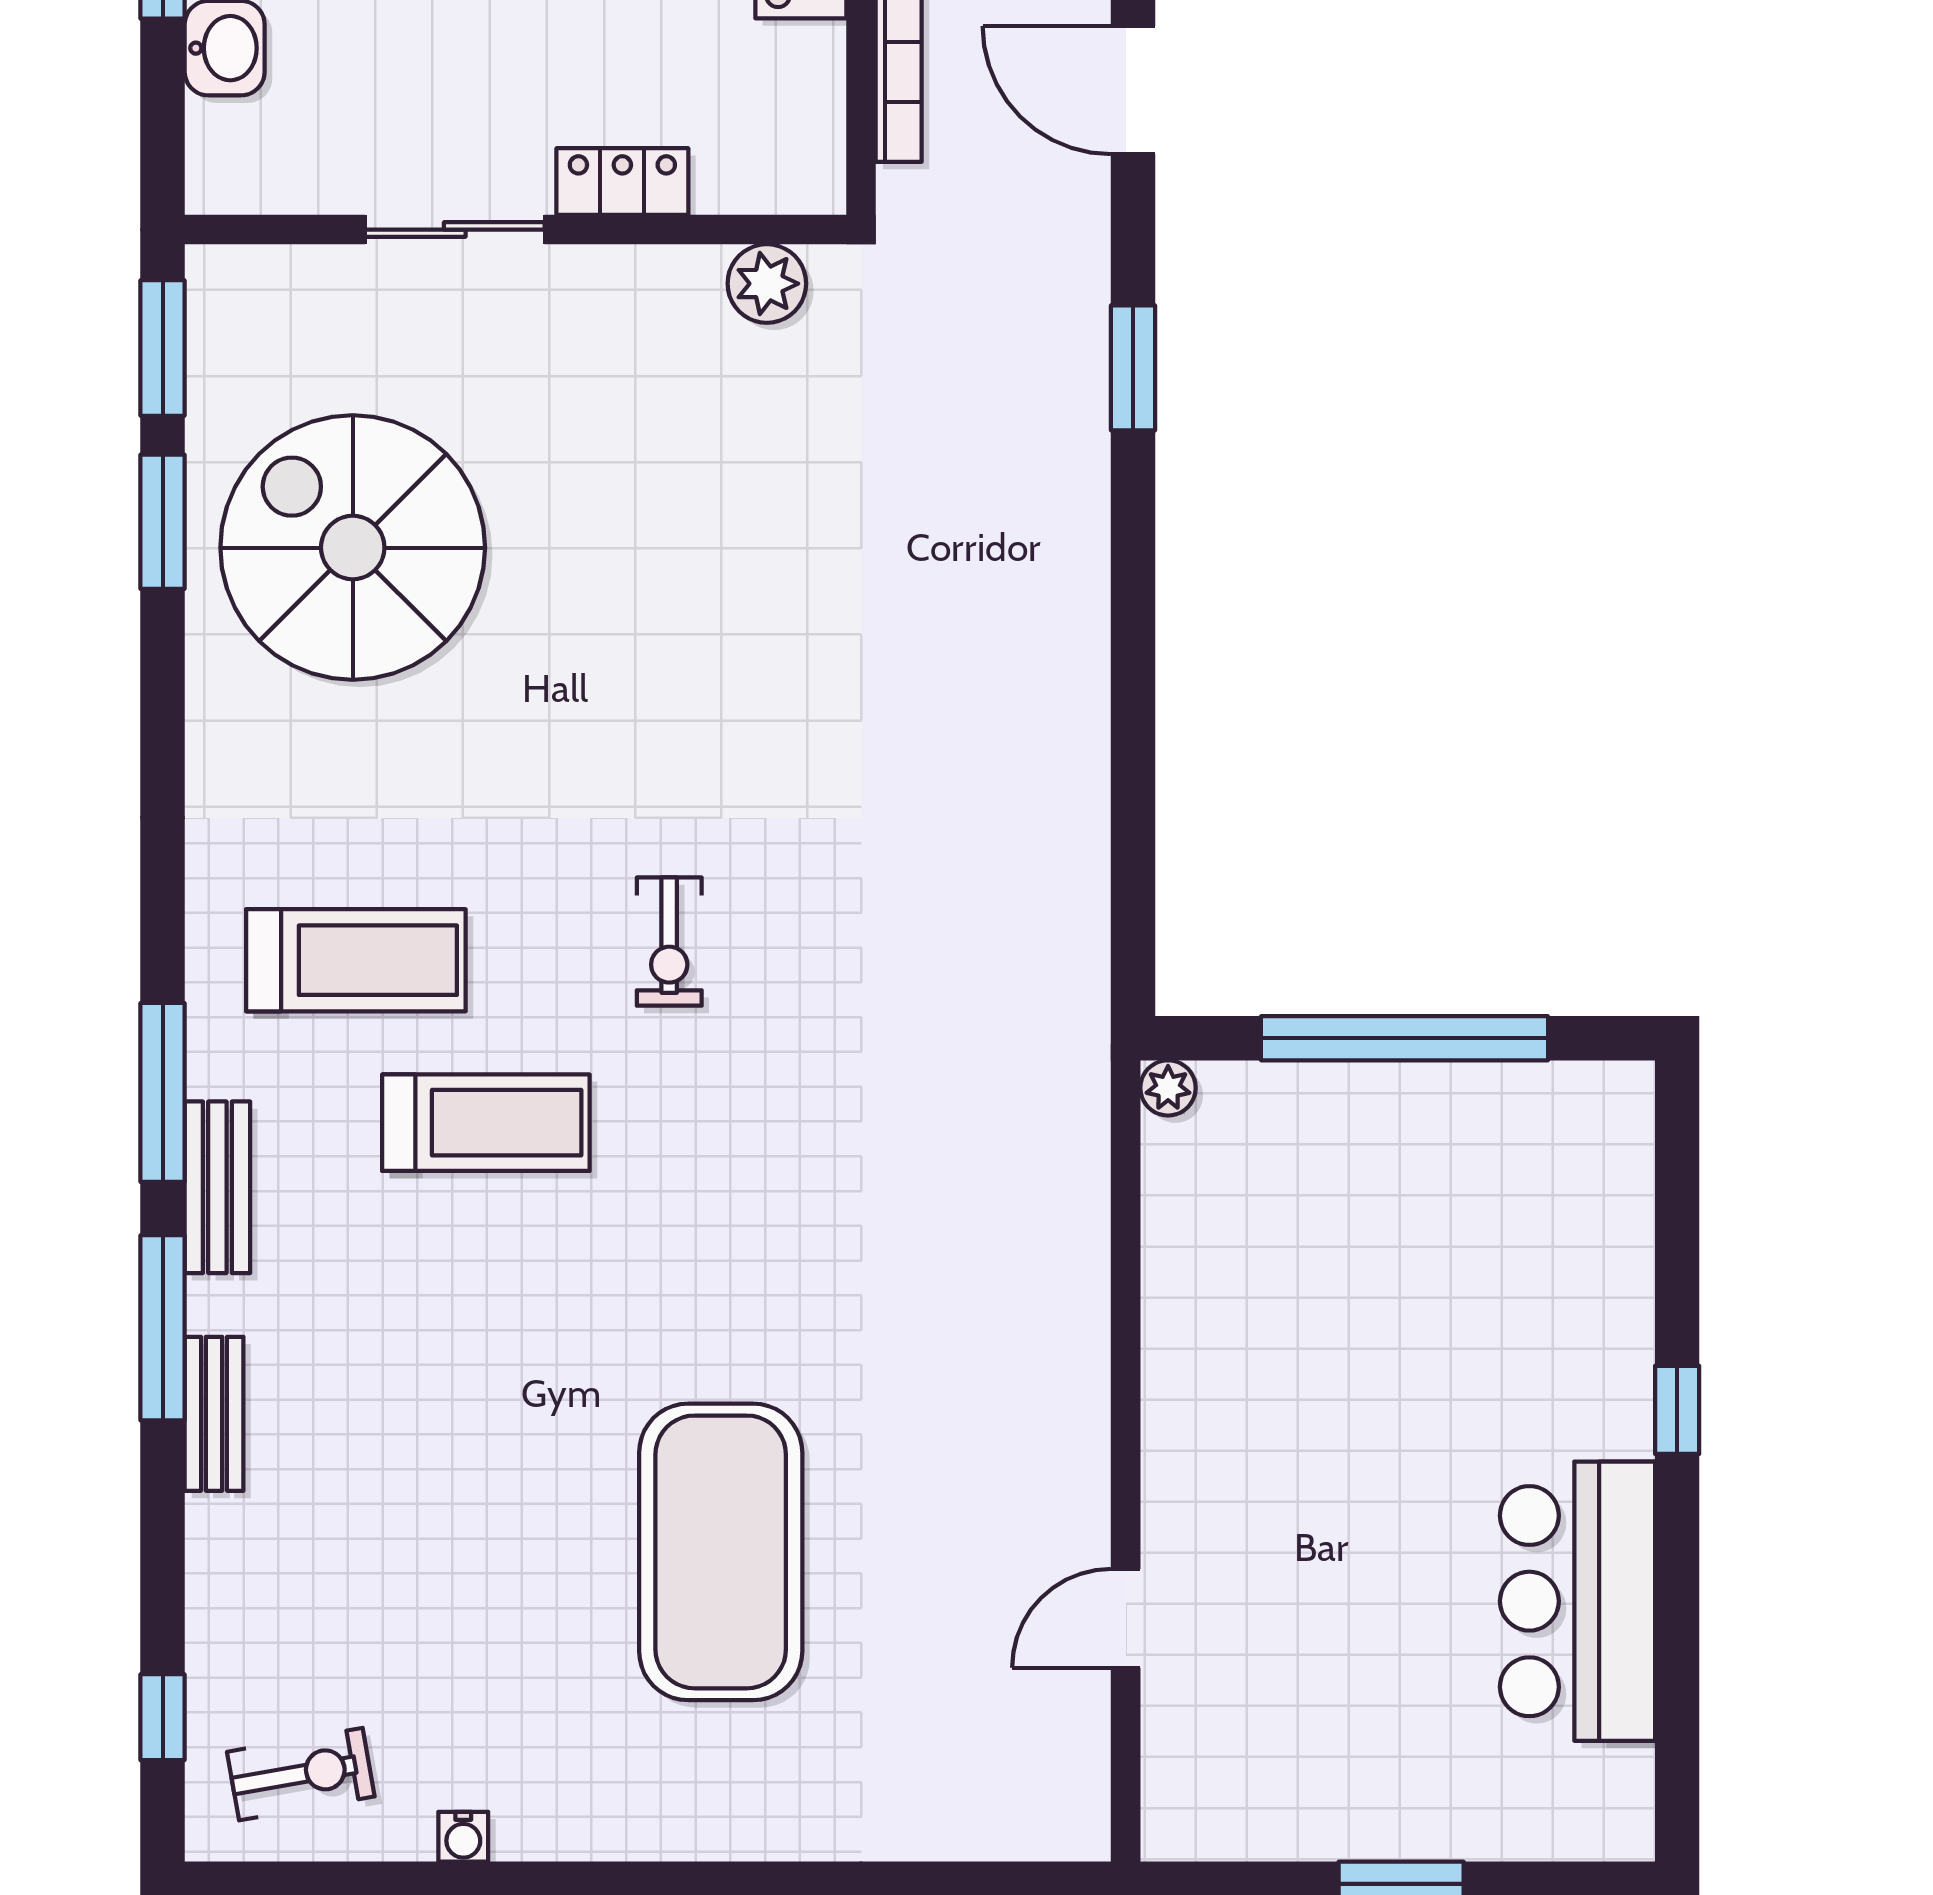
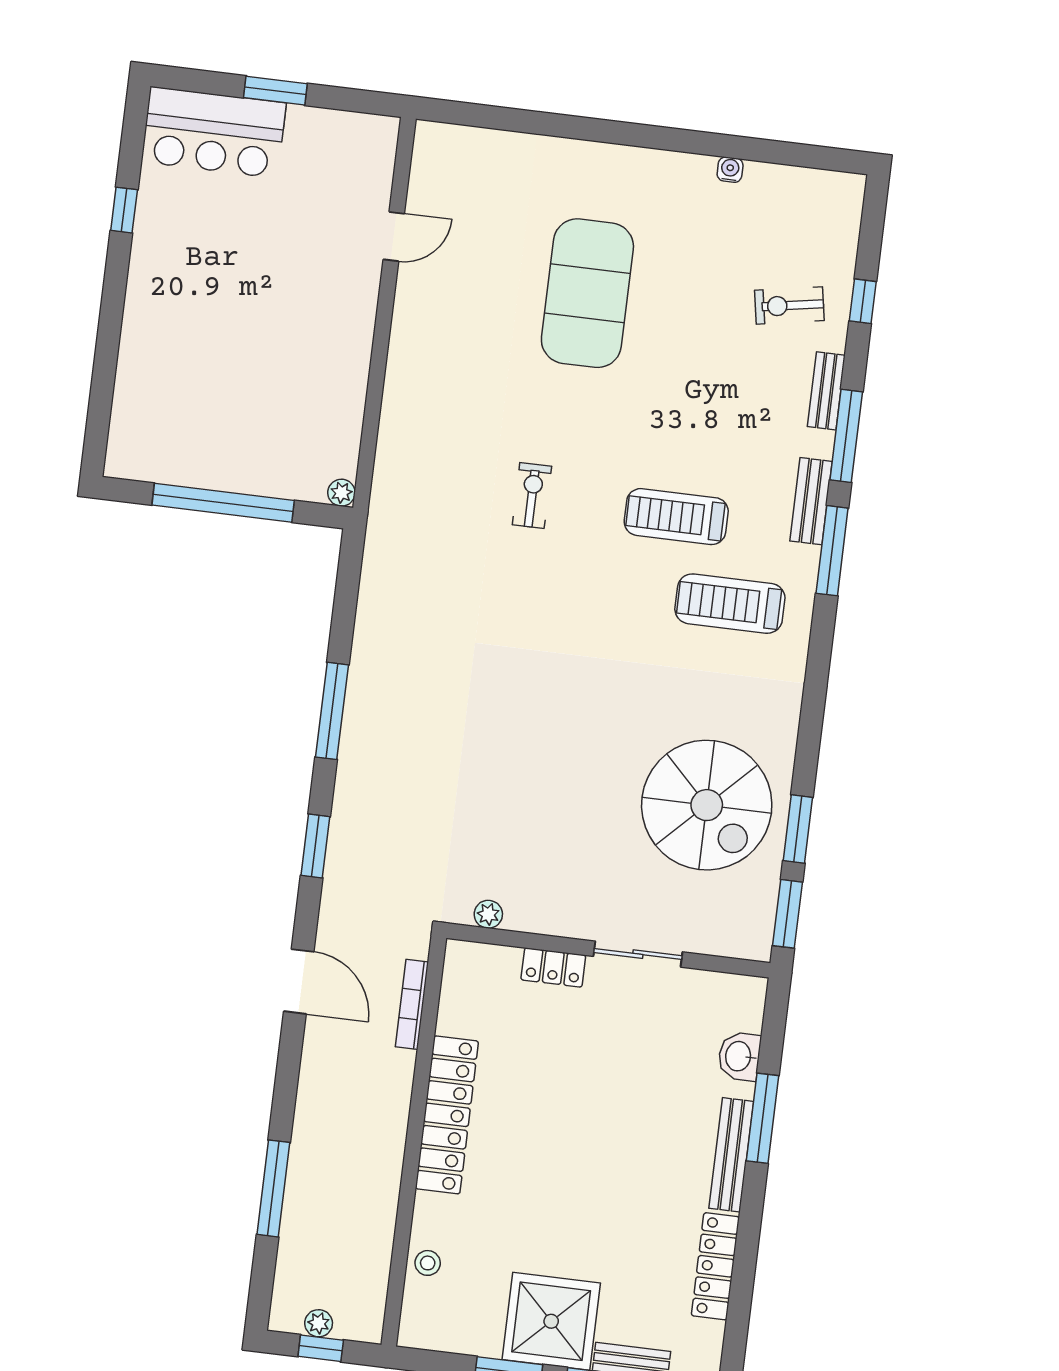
plant: (767, 284) -> (488, 914), width x0.73, depth x0.73
window: (1133, 645) -> (332, 711), added
exercise bike: (669, 942) -> (532, 495), moved
window: (1677, 1410) -> (124, 210), moved
bar counter: (1577, 1601) -> (214, 132), moved, turned 90
window: (163, 1717) -> (863, 301), moved
exercise bike: (301, 1774) -> (789, 305), moved

